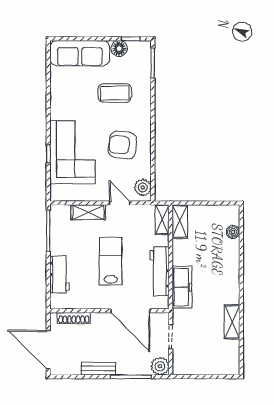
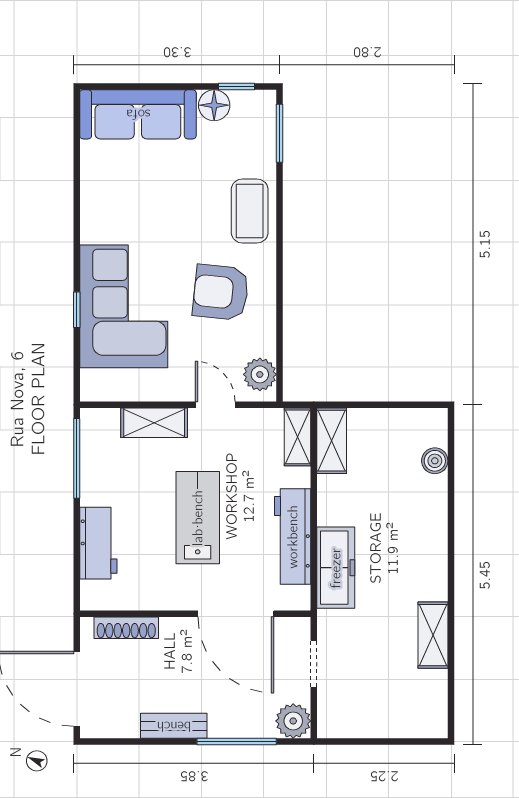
coffee table: (115, 93) -> (250, 211), moved, turned 90

